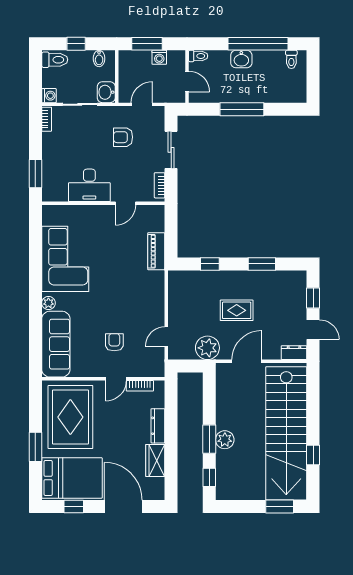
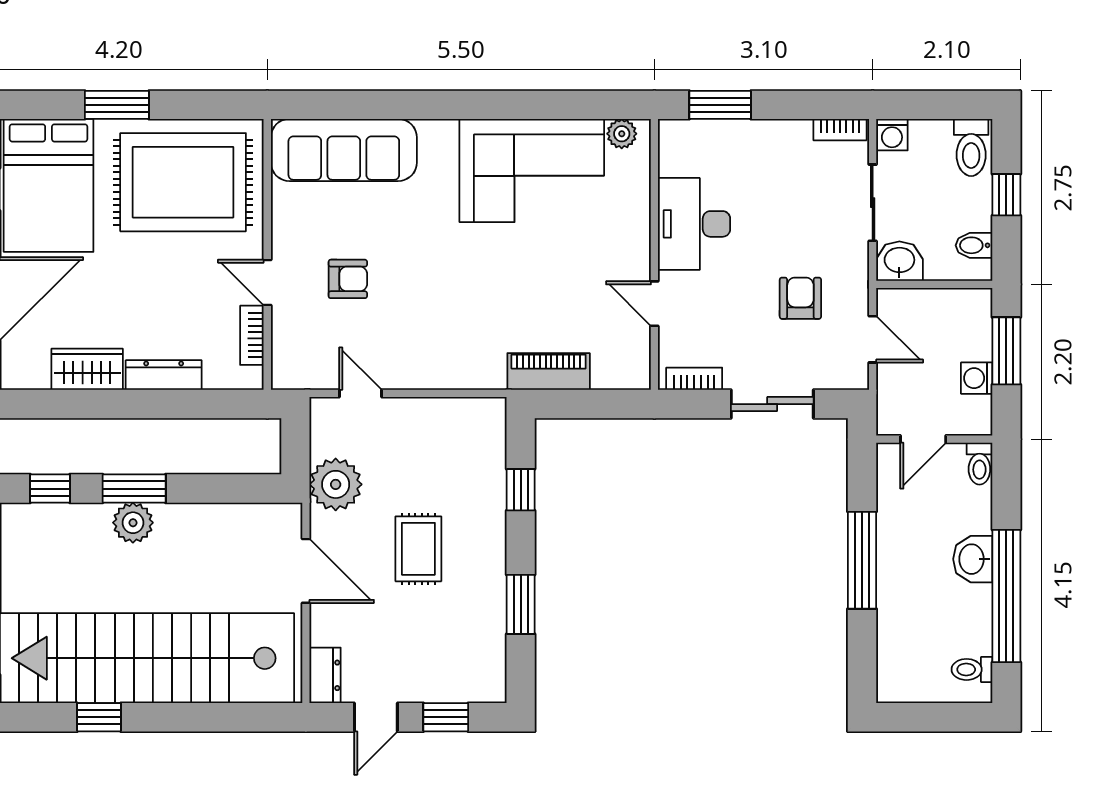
plant: (48, 303) -> (622, 134), moved

